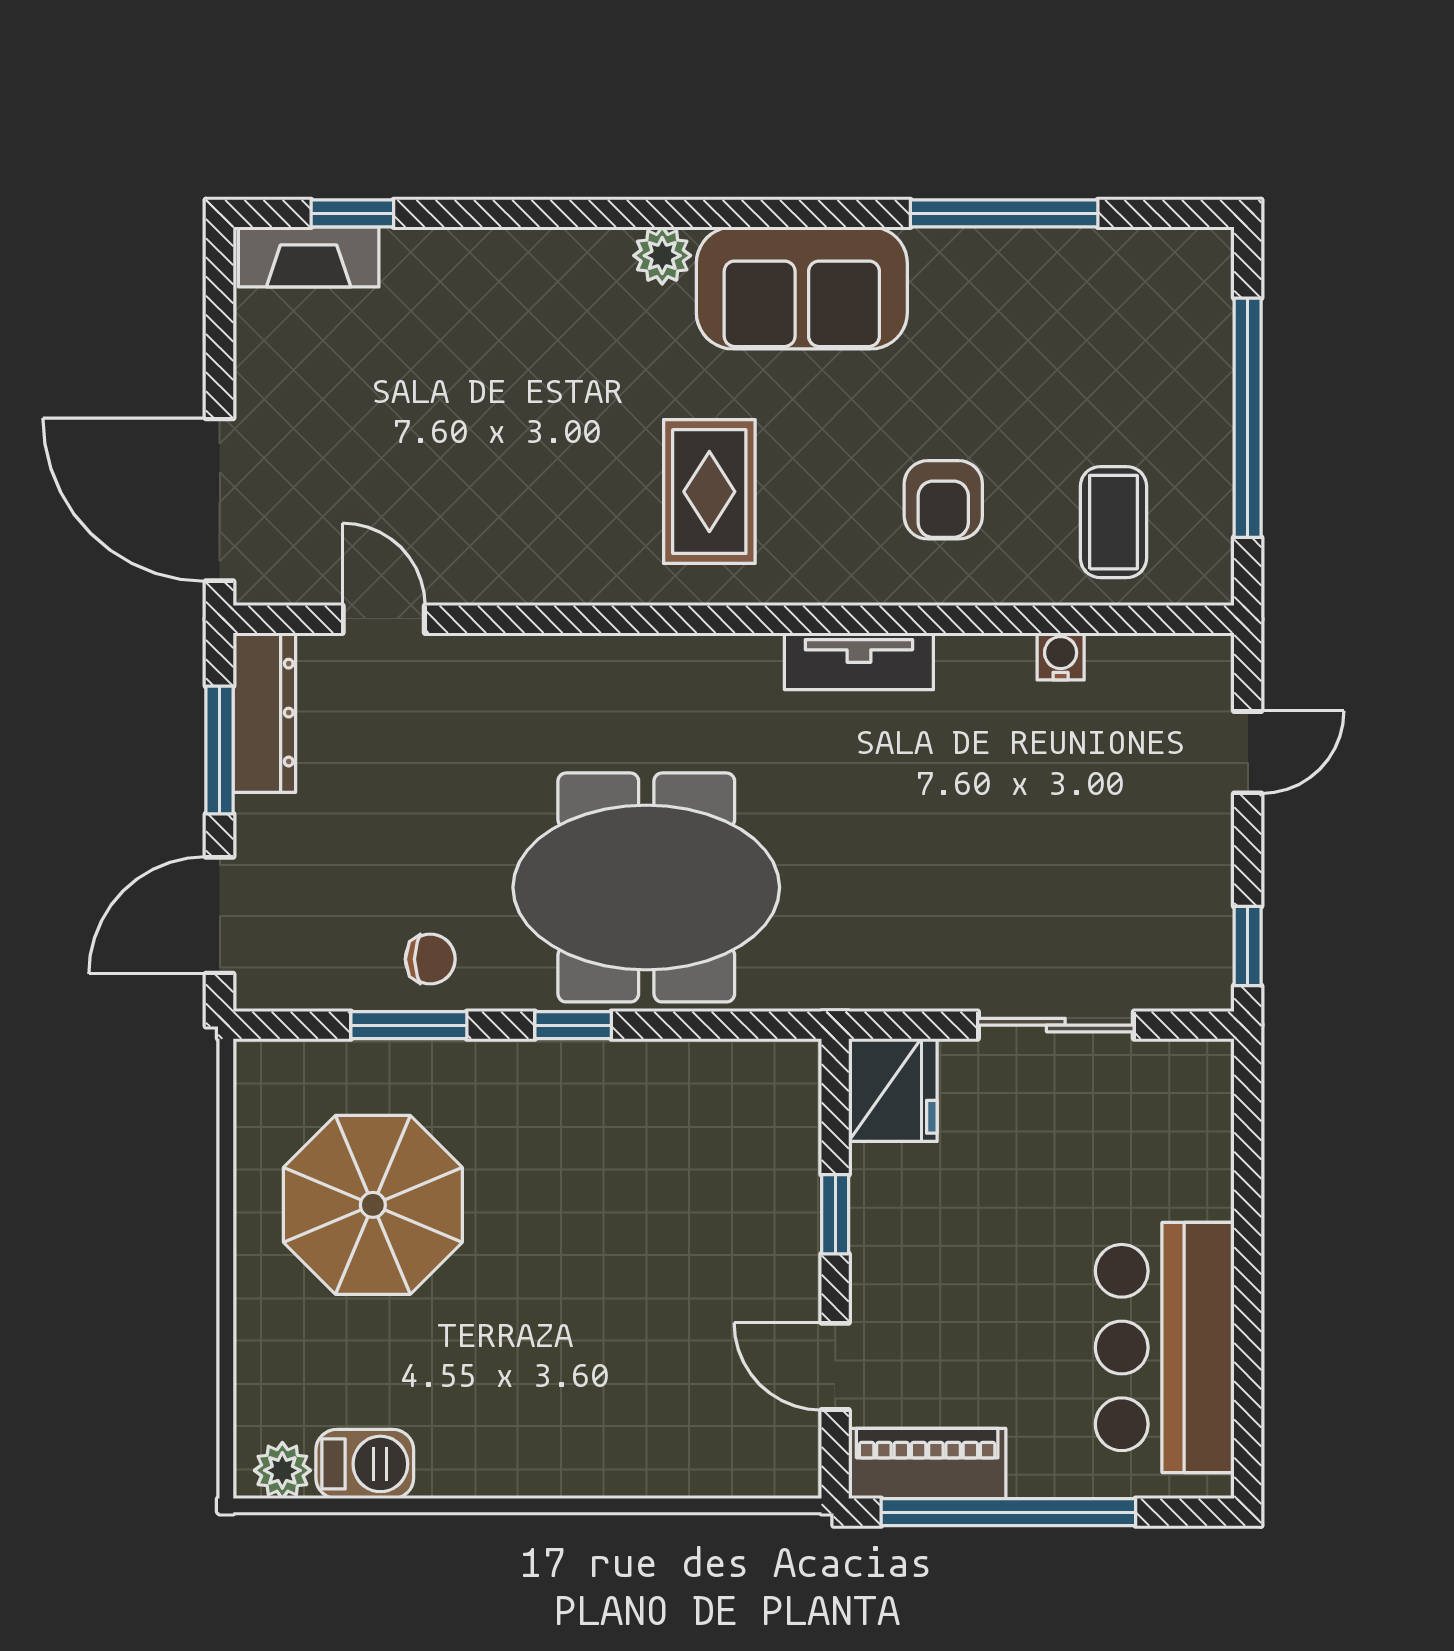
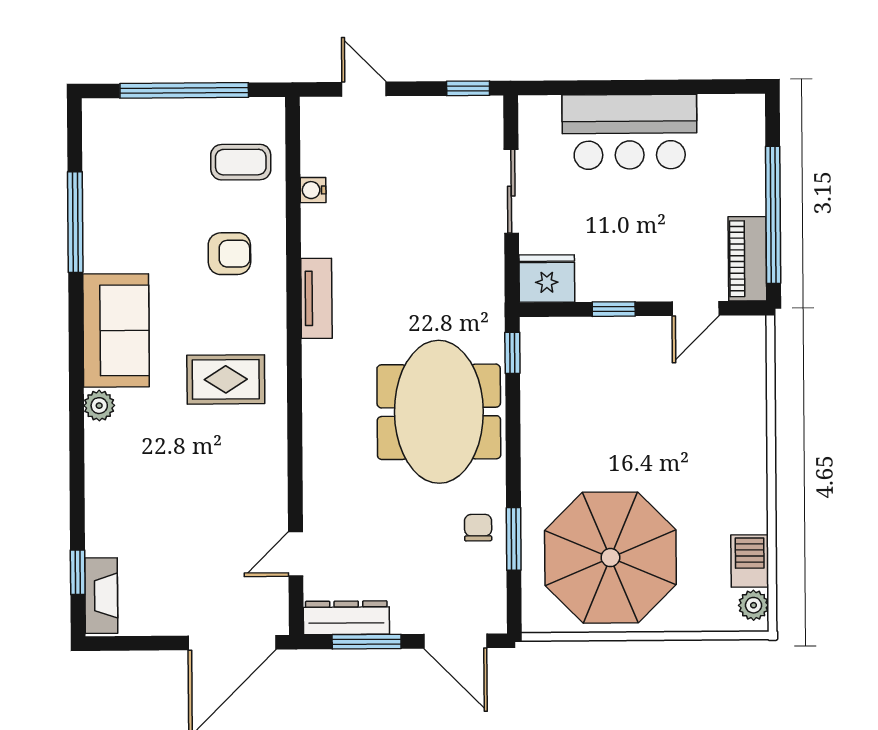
window: (573, 1025) -> (512, 353), moved
parasol: (373, 1205) -> (610, 558), width x1.36, depth x1.36
bar counter: (1165, 1348) -> (629, 132), moved

